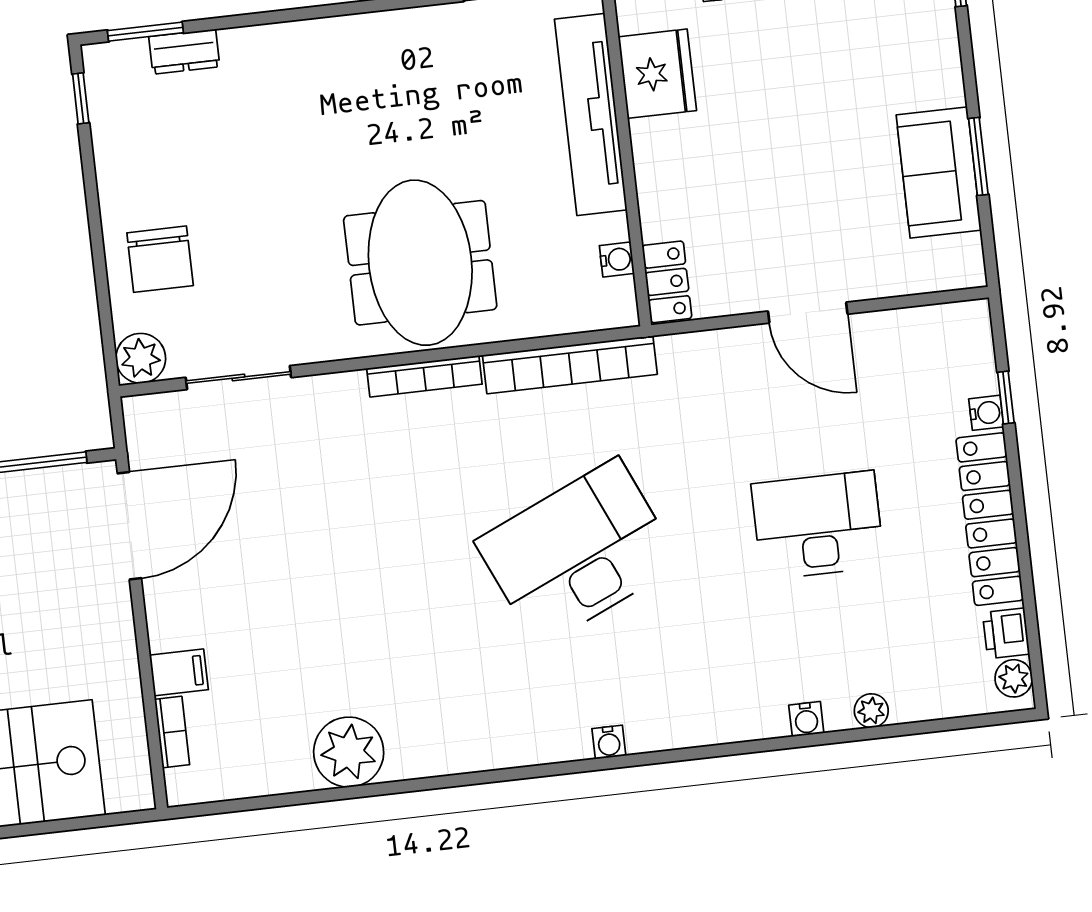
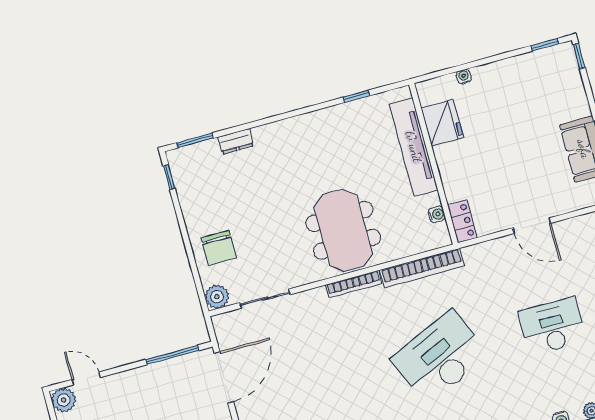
dresser: (184, 52) -> (236, 141), moved

